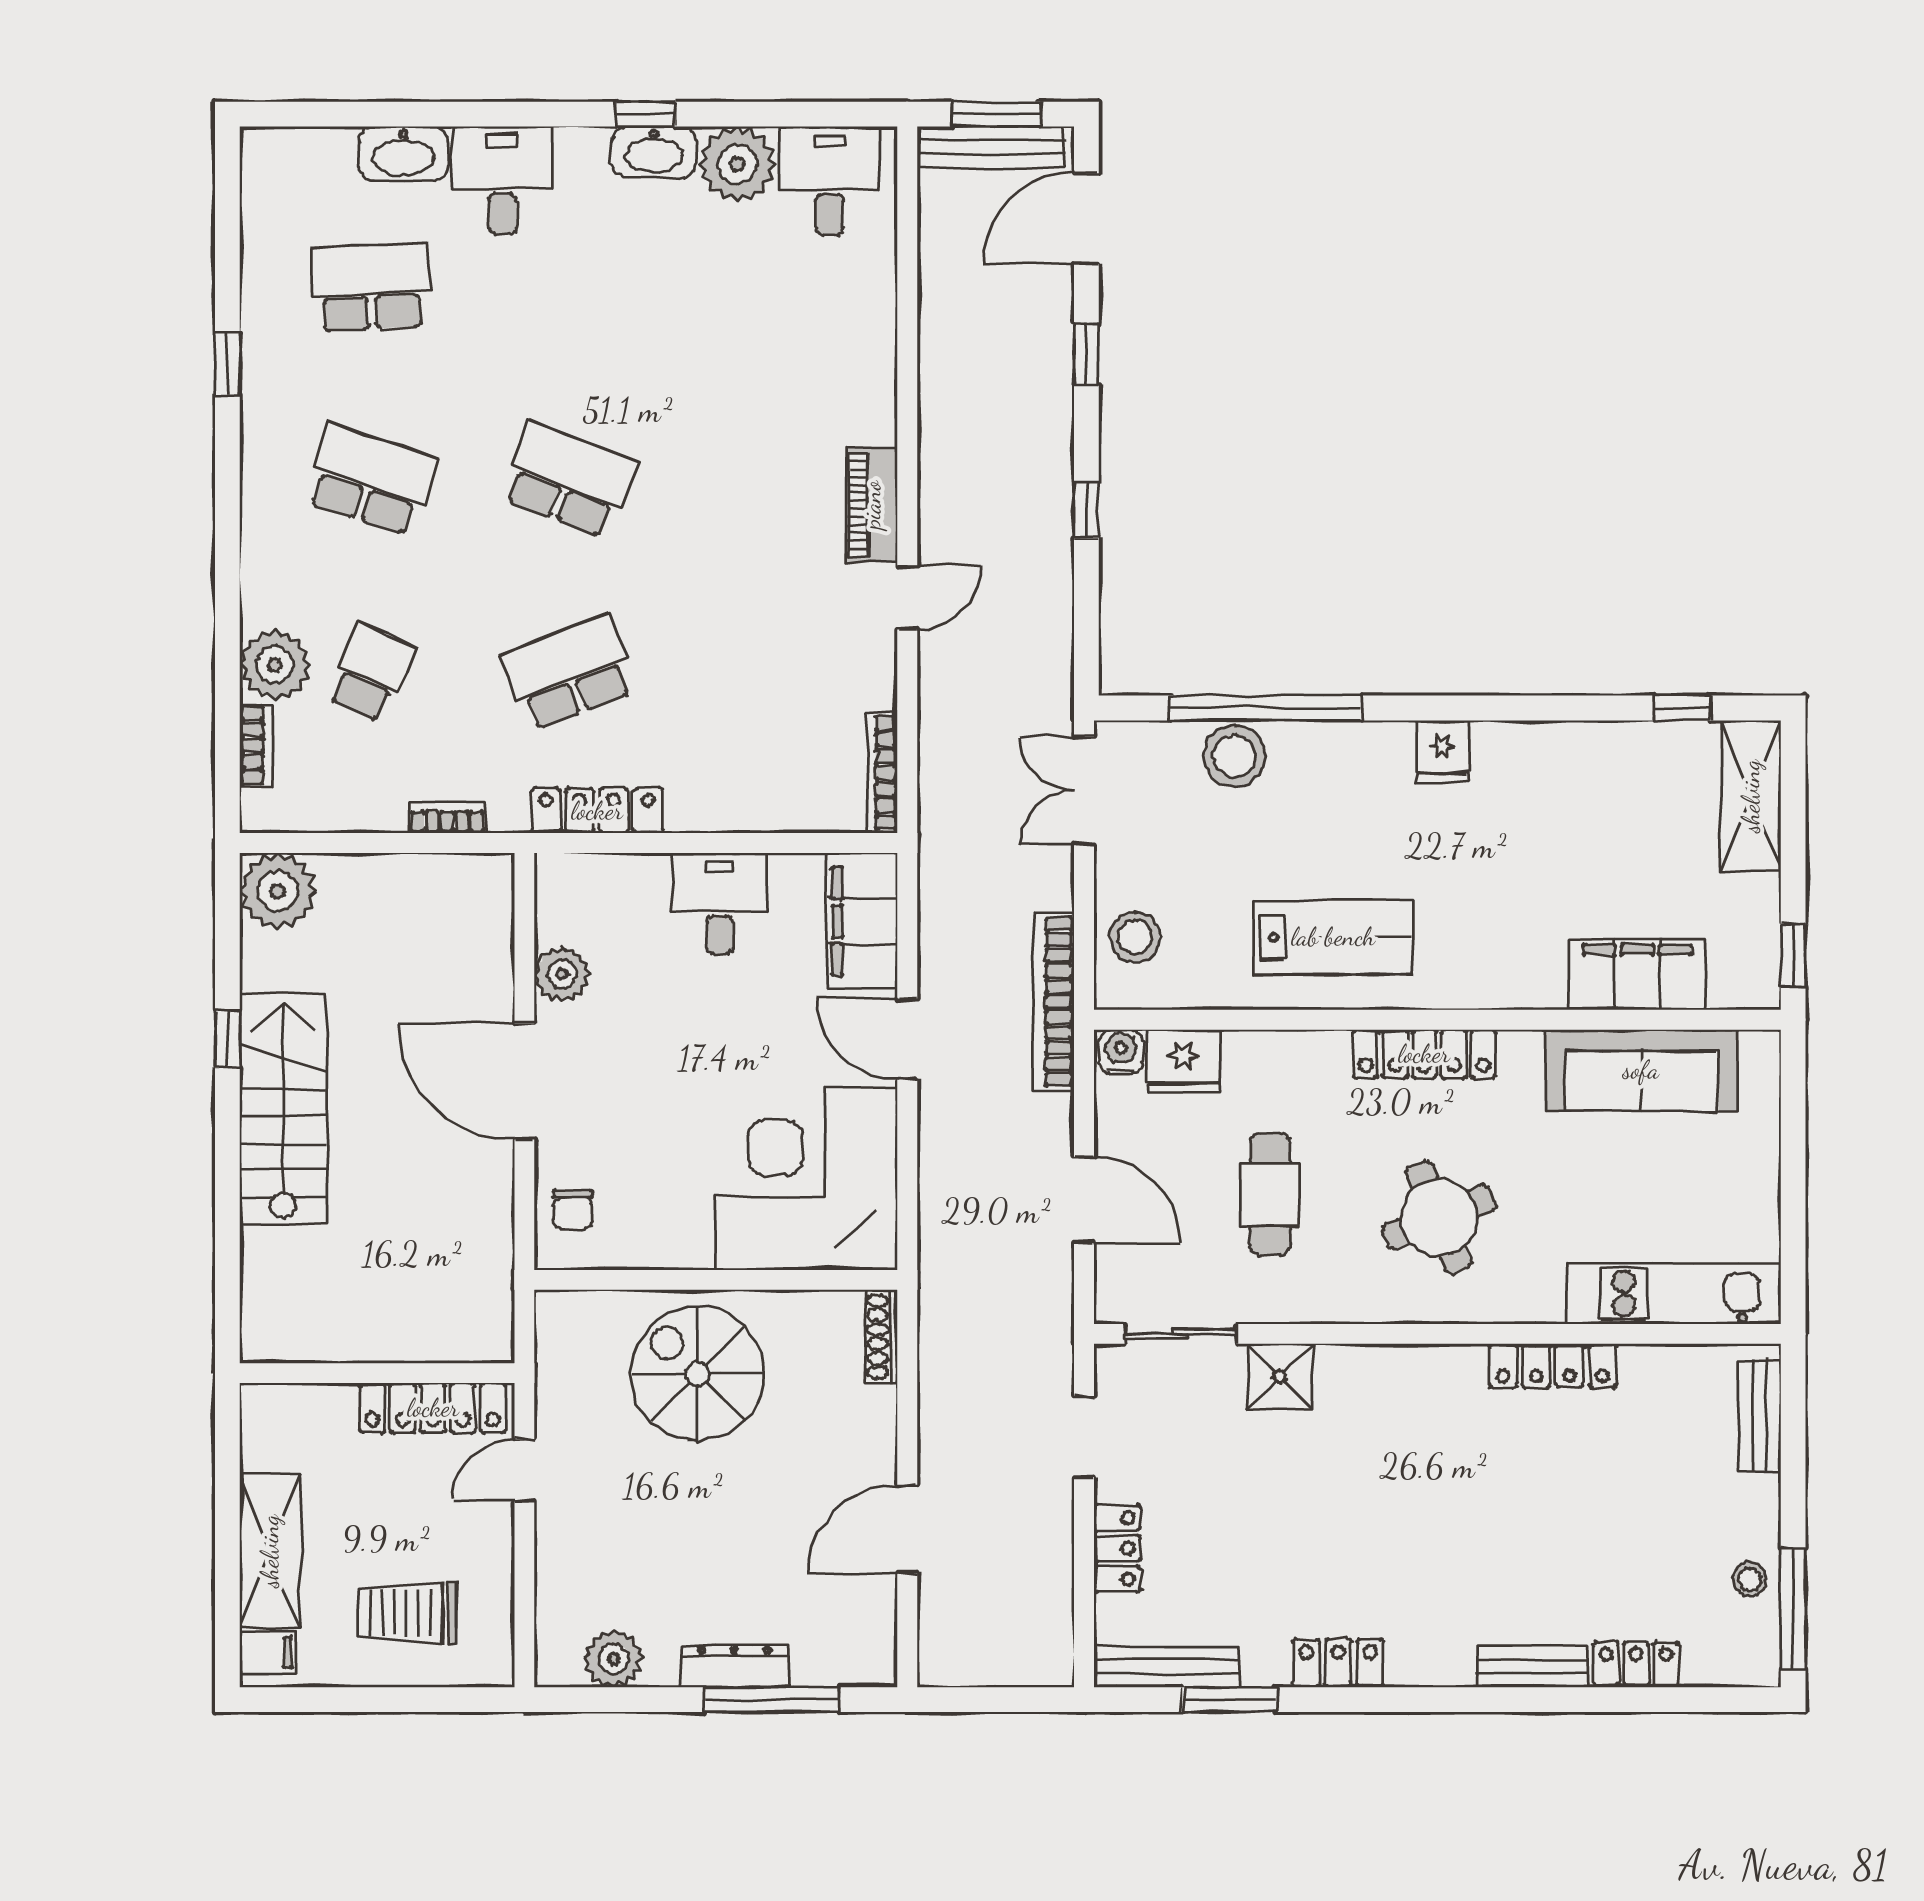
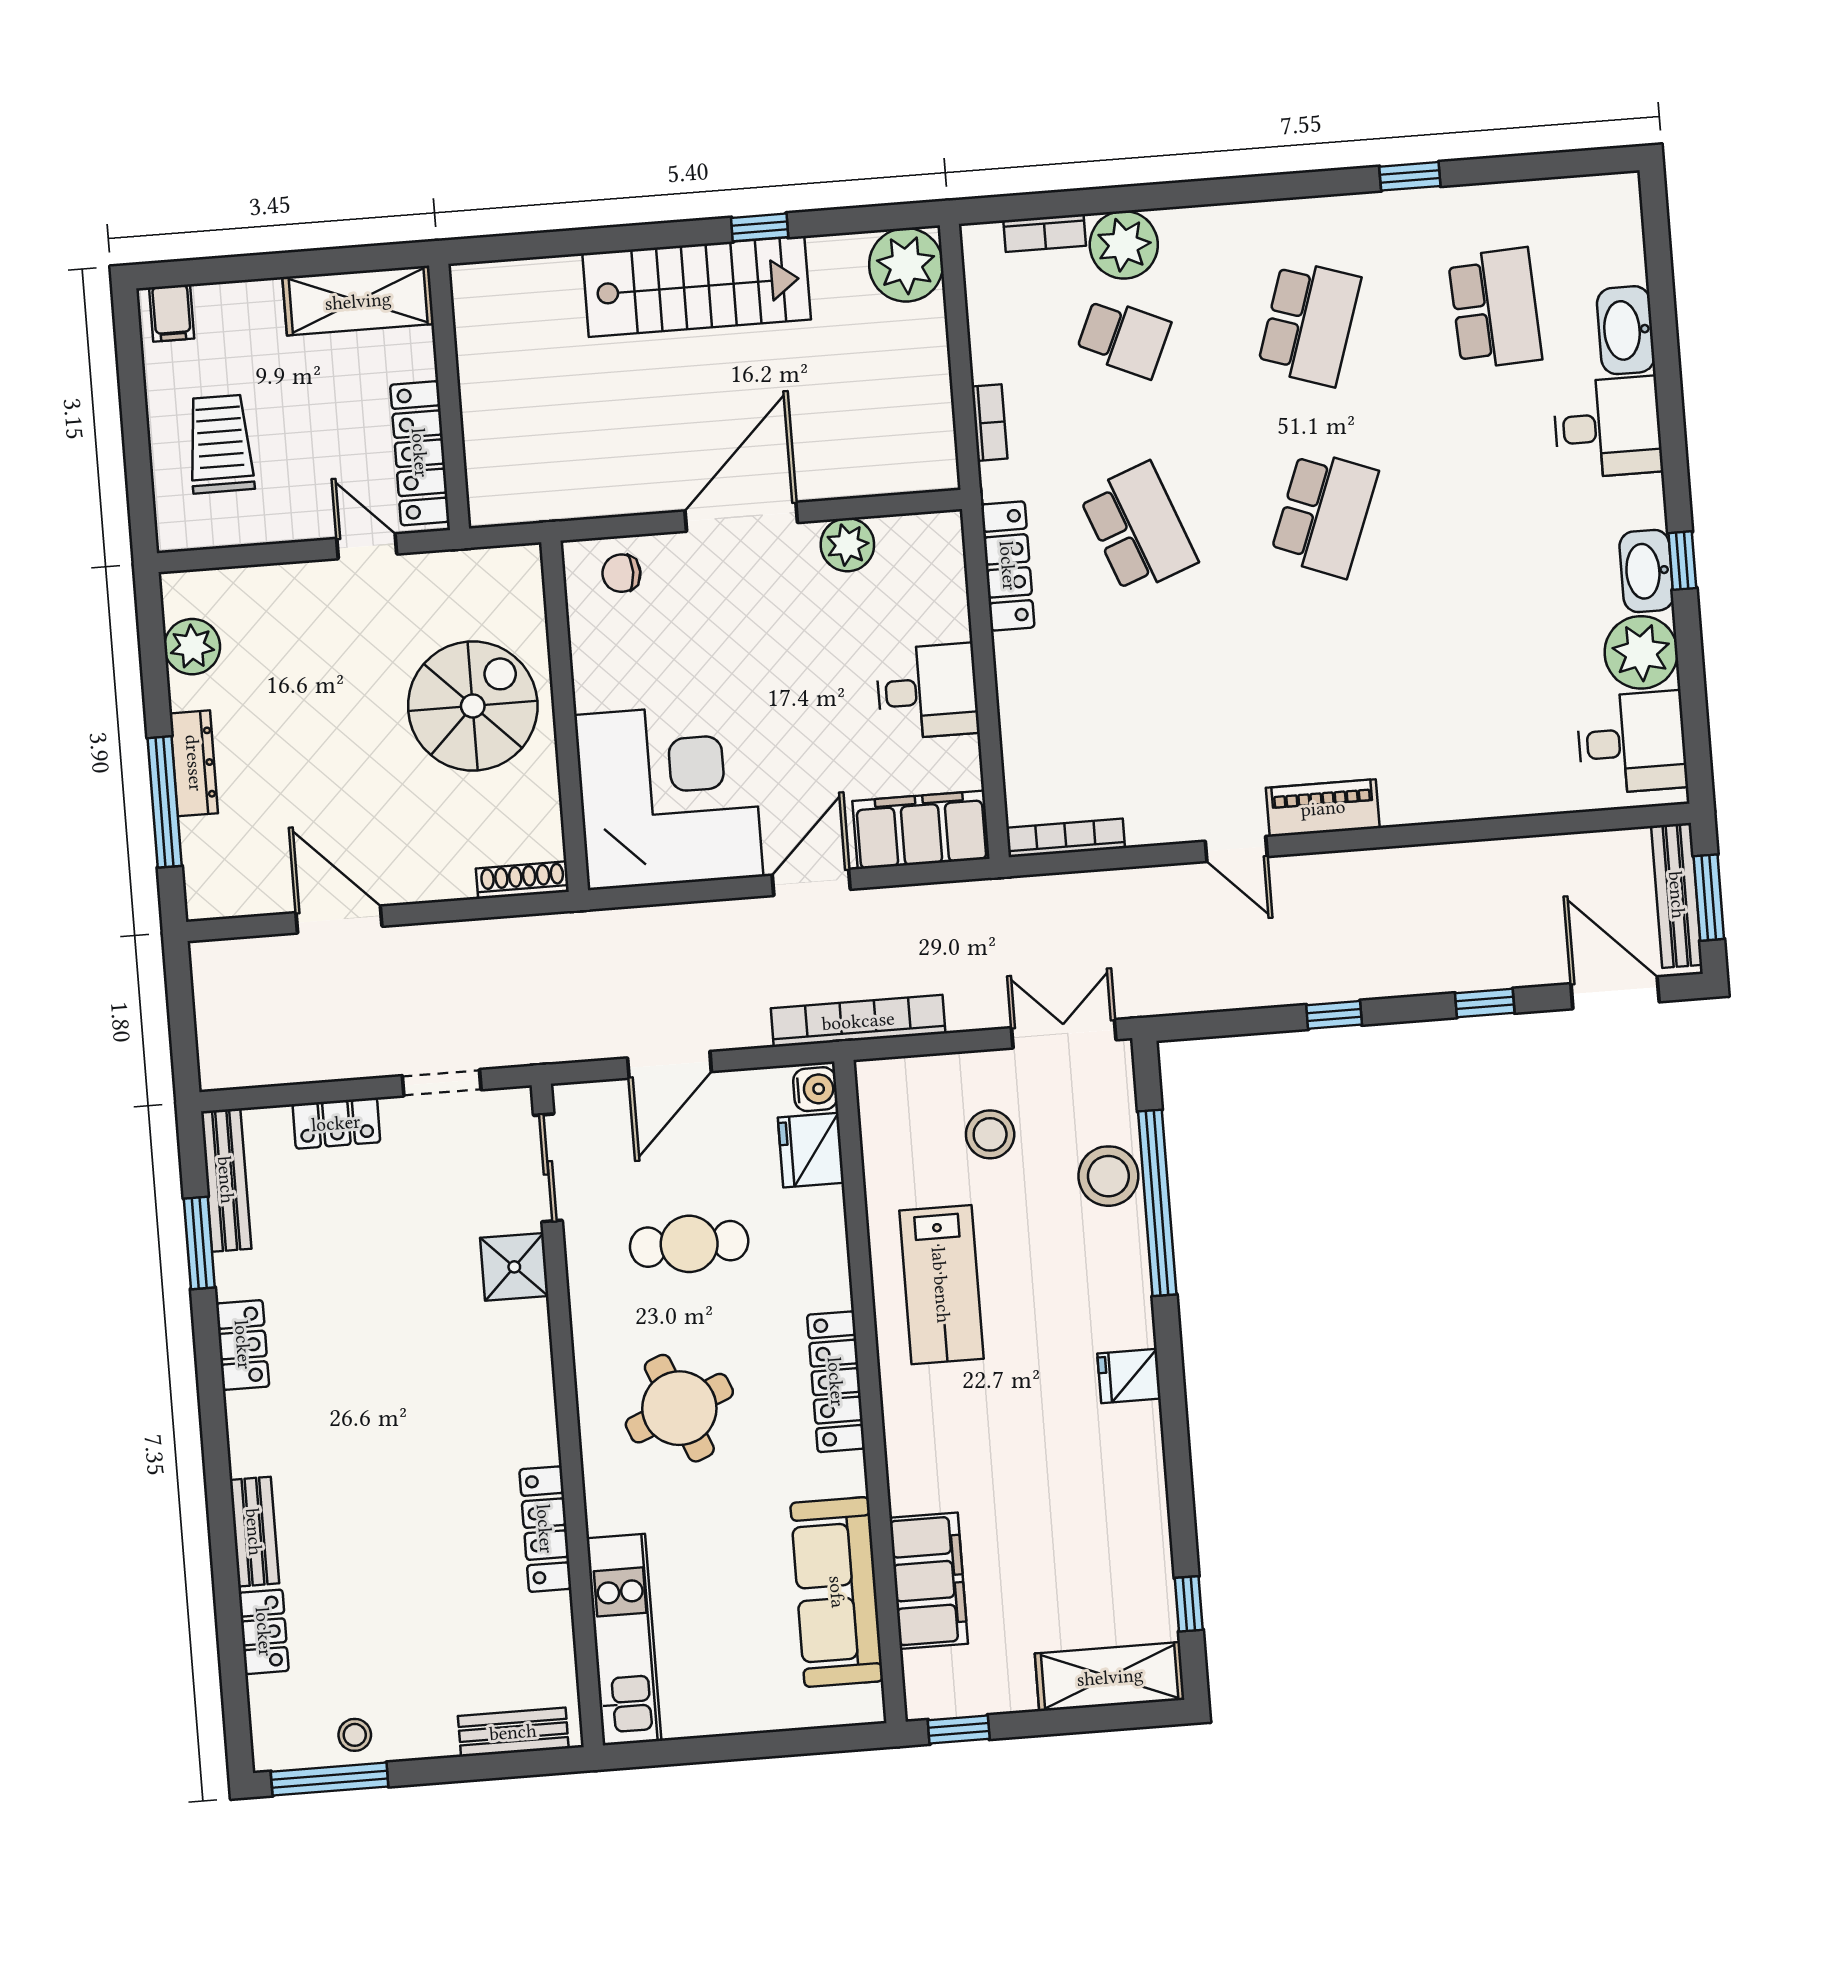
stool: (1135, 937) -> (990, 1134), moved
shelving: (270, 1551) -> (358, 301), moved

